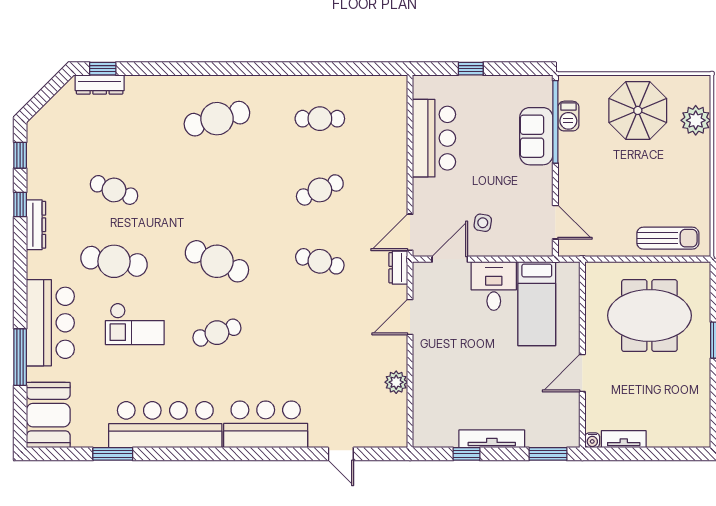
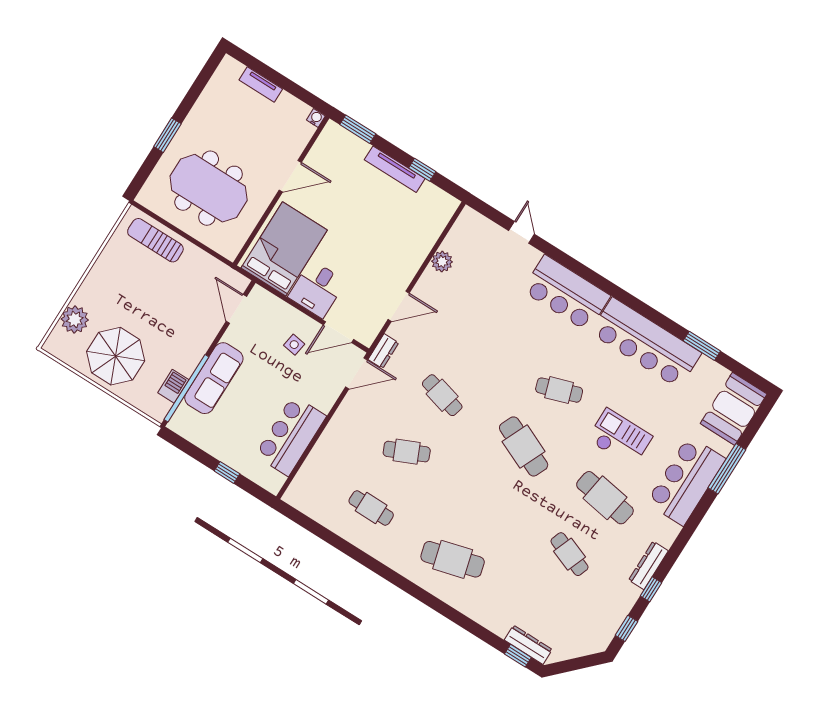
sofa: (536, 136) -> (214, 378), width x1.36
bed: (537, 304) -> (284, 249), width x1.50
tv unit: (624, 439) -> (261, 84), moved

